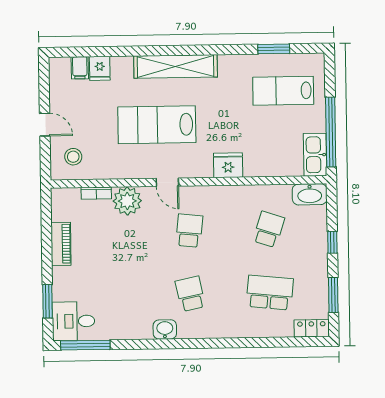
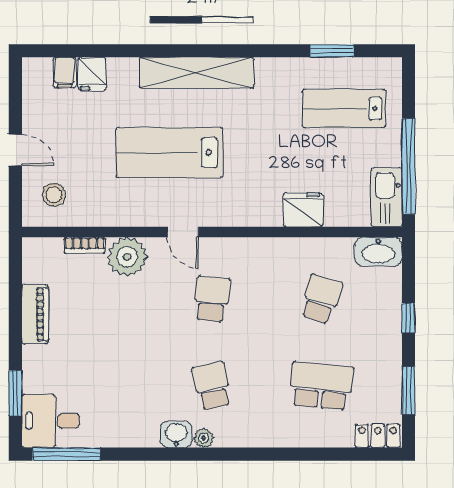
fridge: (228, 165) -> (303, 210), moved
plant: (185, 332) -> (204, 438), added

